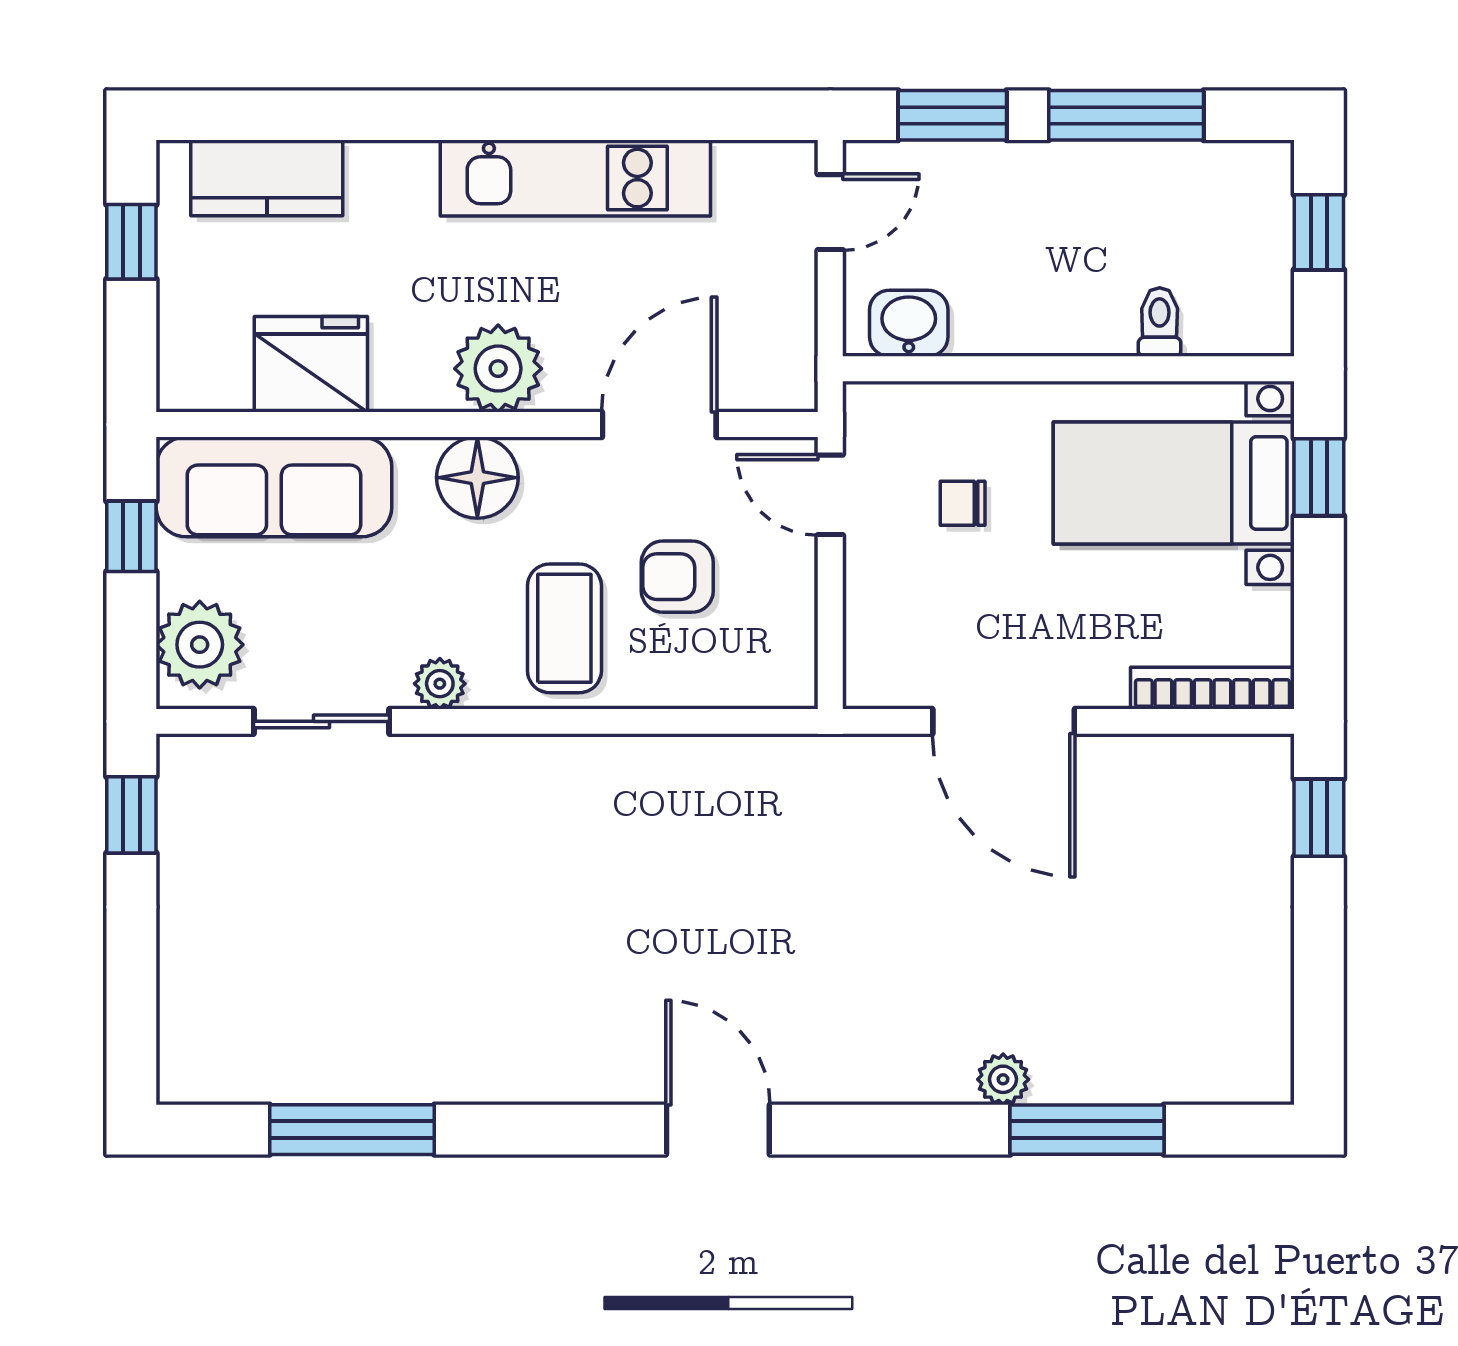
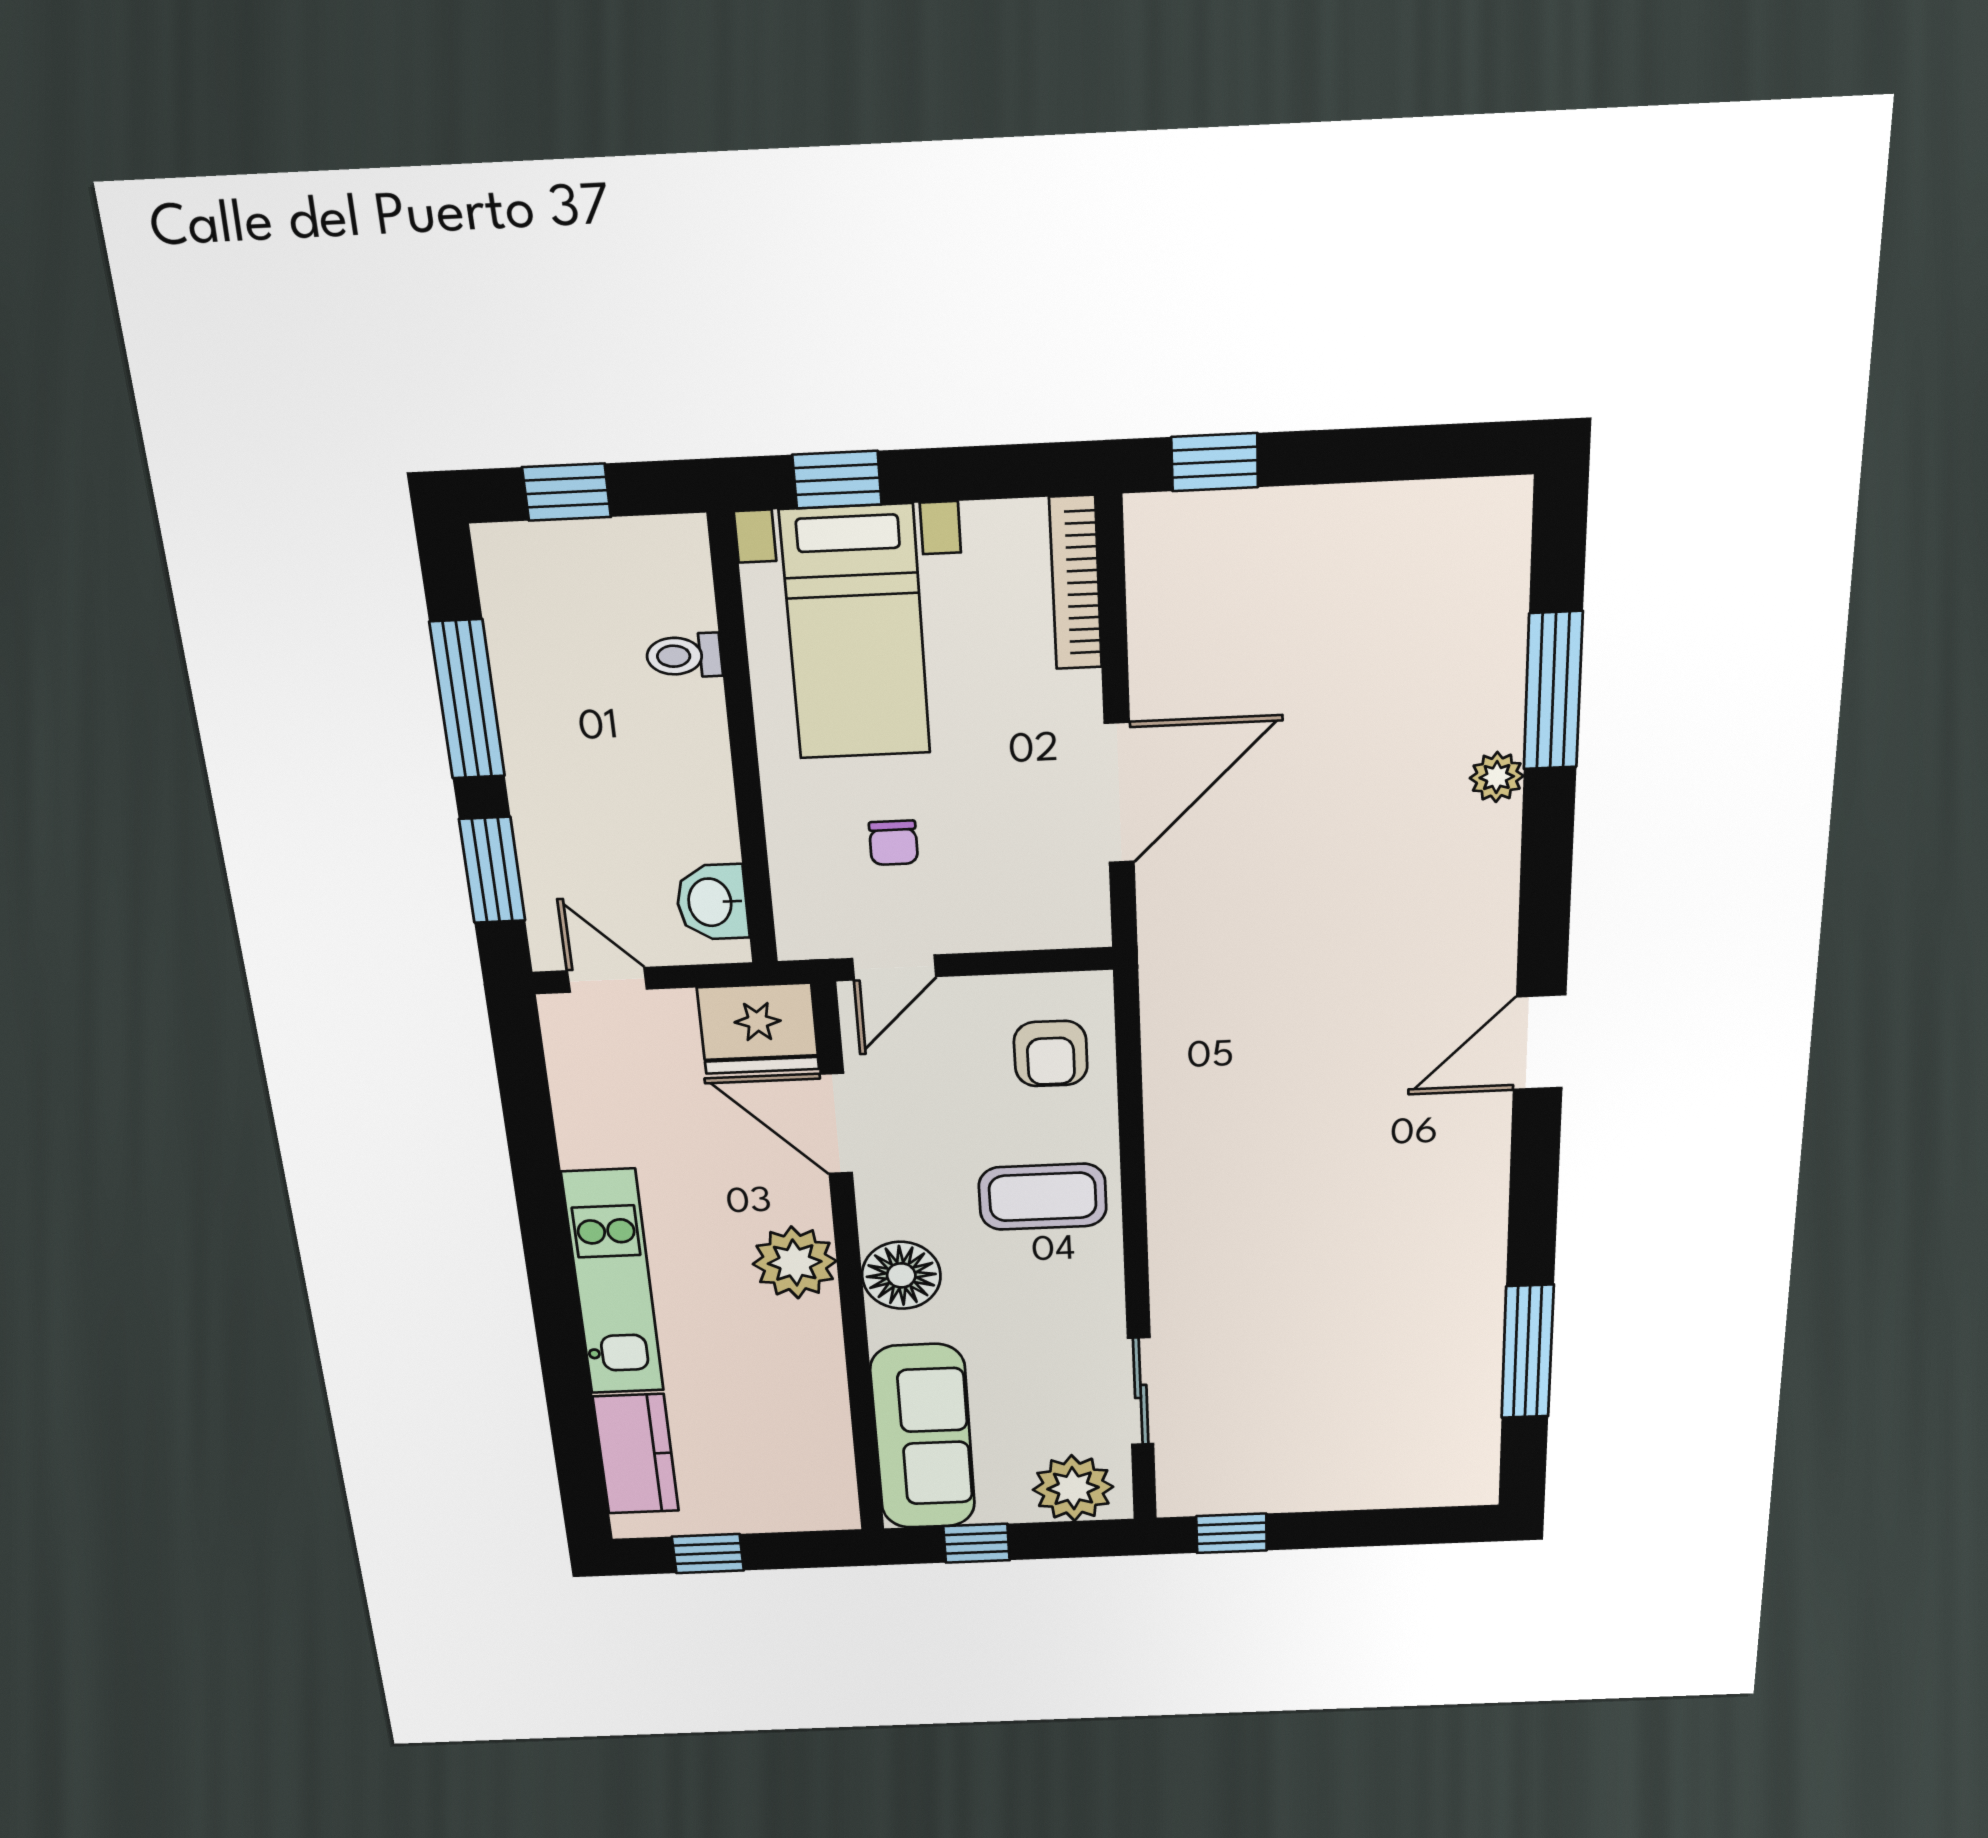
kitchen unit: (575, 178) -> (613, 1283), moved
fridge: (311, 364) -> (758, 1028), moved, turned -90
armchair: (677, 577) -> (1051, 1054), moved
plant: (440, 684) -> (1101, 1298), removed

